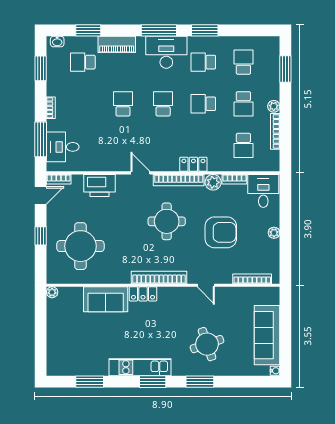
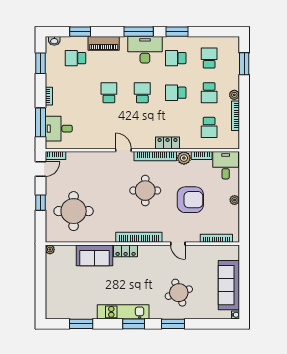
printer: (99, 186) -> (89, 161), removed

